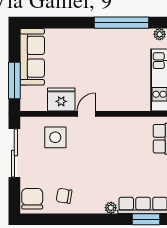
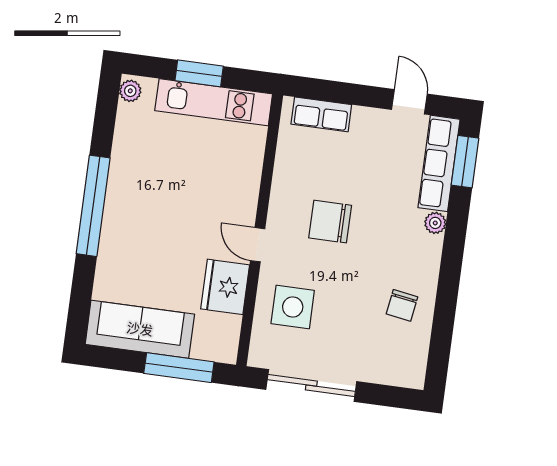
window: (122, 23) -> (93, 206), moved
chair: (32, 199) -> (330, 222), moved

